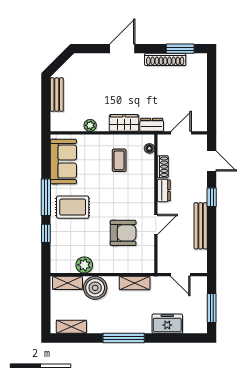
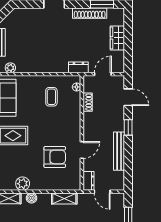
wardrobe: (124, 123) -> (117, 38), moved, turned -90
plant: (90, 125) -> (10, 68), moved
dresser: (164, 190) -> (88, 181), moved
boiler: (95, 288) -> (32, 198), width x0.54, depth x0.54

